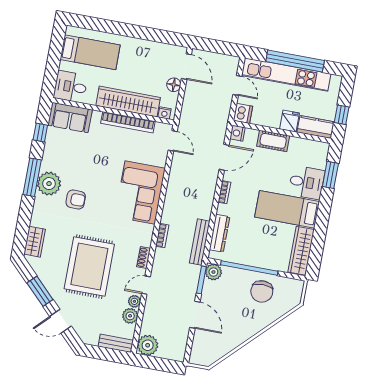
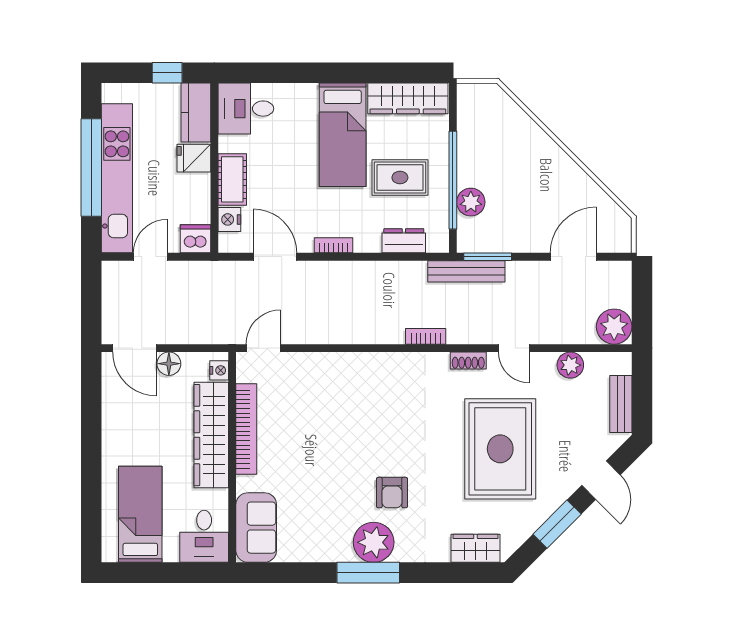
door: (186, 67) -> (134, 348), swing flipped
window: (40, 133) -> (291, 573), removed
nightstand: (237, 133) -> (229, 219), moved, turned 90
window: (330, 175) -> (271, 73), removed
desk: (306, 182) -> (246, 109), moved, turned -90
corner sofa: (140, 193) -> (360, 387), removed
armchair: (76, 200) -> (392, 493), turned 180
dresser: (219, 233) -> (404, 241), width x0.70
rug: (256, 238) -> (400, 178), added
bench: (200, 242) -> (466, 271), moved
rug: (89, 267) -> (500, 449), turned 90
plant: (213, 272) -> (471, 202), moved
chair: (262, 291) -> (488, 152), removed
plant: (134, 301) -> (545, 362), removed
door: (195, 315) -> (573, 257), moved
bench: (116, 343) -> (621, 404), moved

